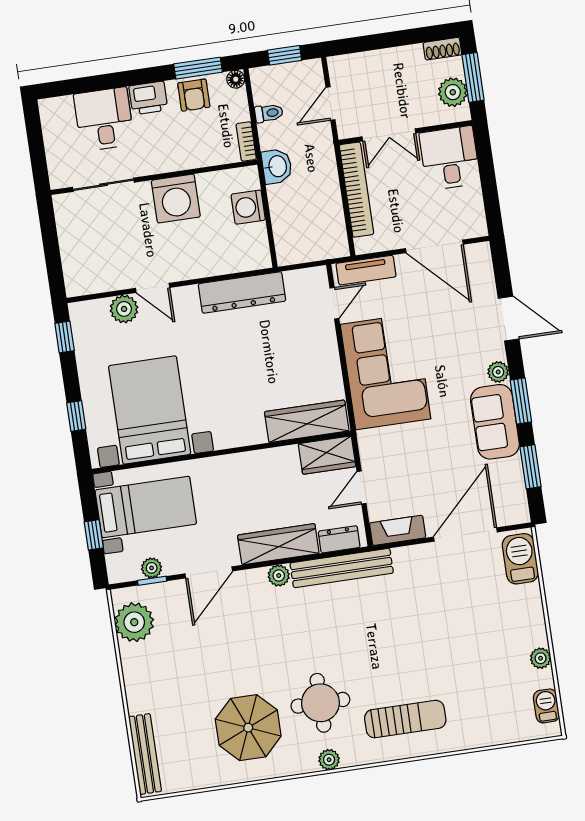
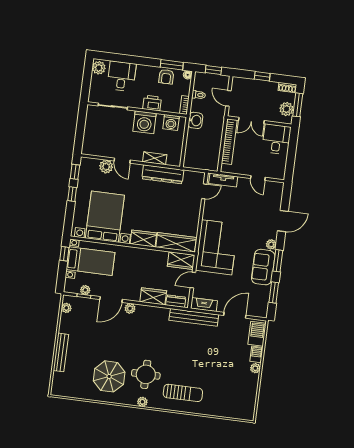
window: (386, 40) -> (262, 76), added
printer: (148, 98) -> (152, 103), moved, turned 180
door: (330, 103) -> (228, 98), hinge flipped
plant: (54, 115) -> (99, 68), added
washing machine: (248, 207) -> (171, 123), moved, turned -90
door: (434, 246) -> (258, 178), width x0.53
shelving: (217, 265) -> (155, 158), added
door: (509, 319) -> (283, 221), hinge flipped
corner sofa: (385, 372) -> (217, 247), moved
window: (76, 416) -> (72, 194), moved
wardrobe: (239, 432) -> (143, 238), added
door: (465, 534) -> (235, 315), width x0.73
window: (94, 535) -> (64, 254), moved
wardrobe: (278, 544) -> (153, 296), width x0.67
bench: (342, 568) -> (194, 317), moved
plant: (279, 576) -> (130, 308), moved
plant: (134, 622) -> (66, 308), width x0.53, depth x0.53
plant: (541, 658) -> (255, 368), moved
barbecue: (546, 706) -> (256, 354), moved
bench: (145, 754) -> (61, 352), moved

